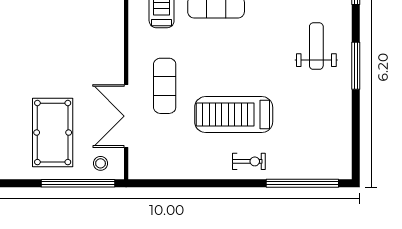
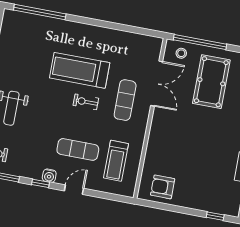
treadmill: (234, 115) -> (80, 70), turned 180
exercise bike: (249, 161) -> (86, 102), moved

